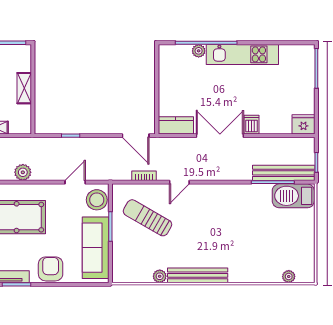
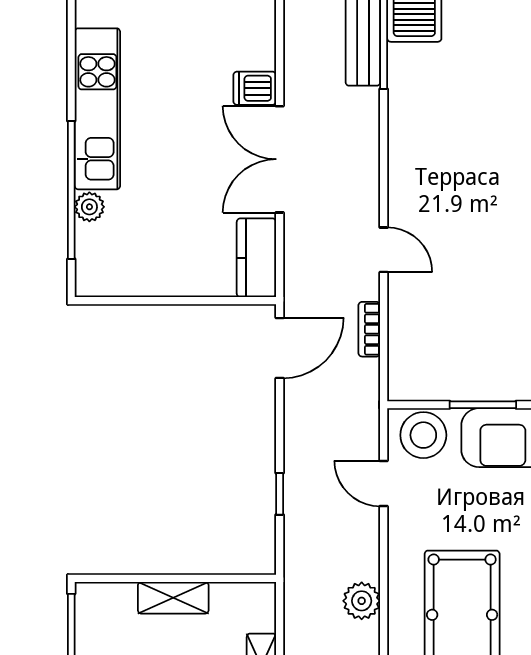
sun lounger: (148, 218) -> (464, 321), removed

